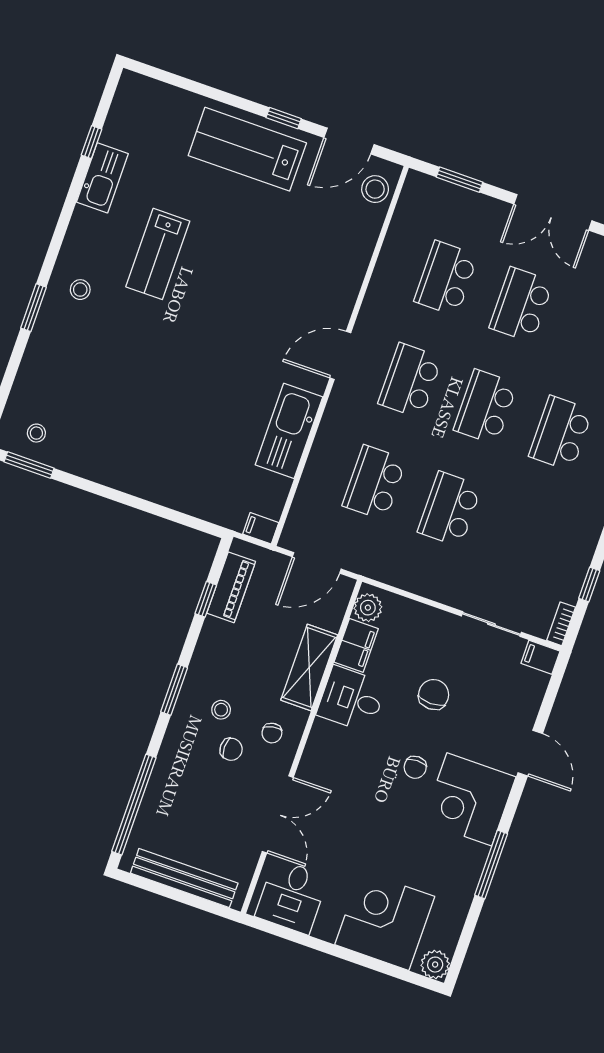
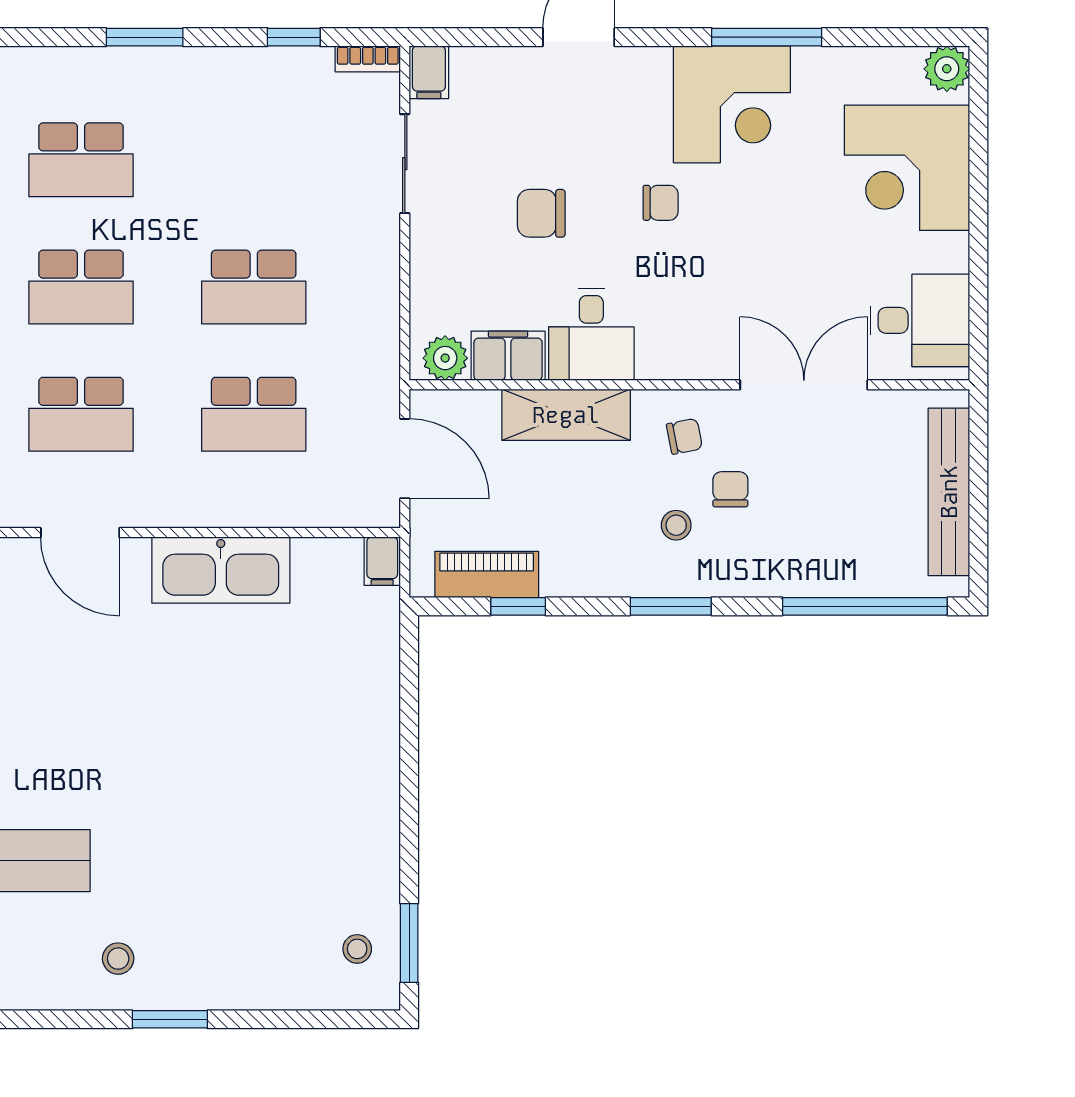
corner desk: (469, 799) -> (732, 104), moved

